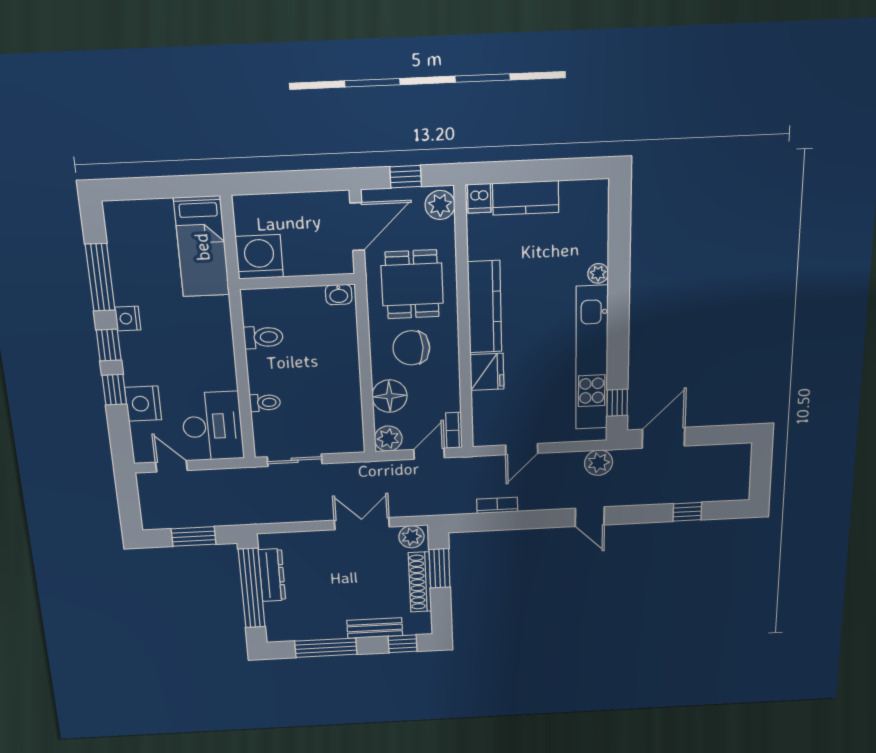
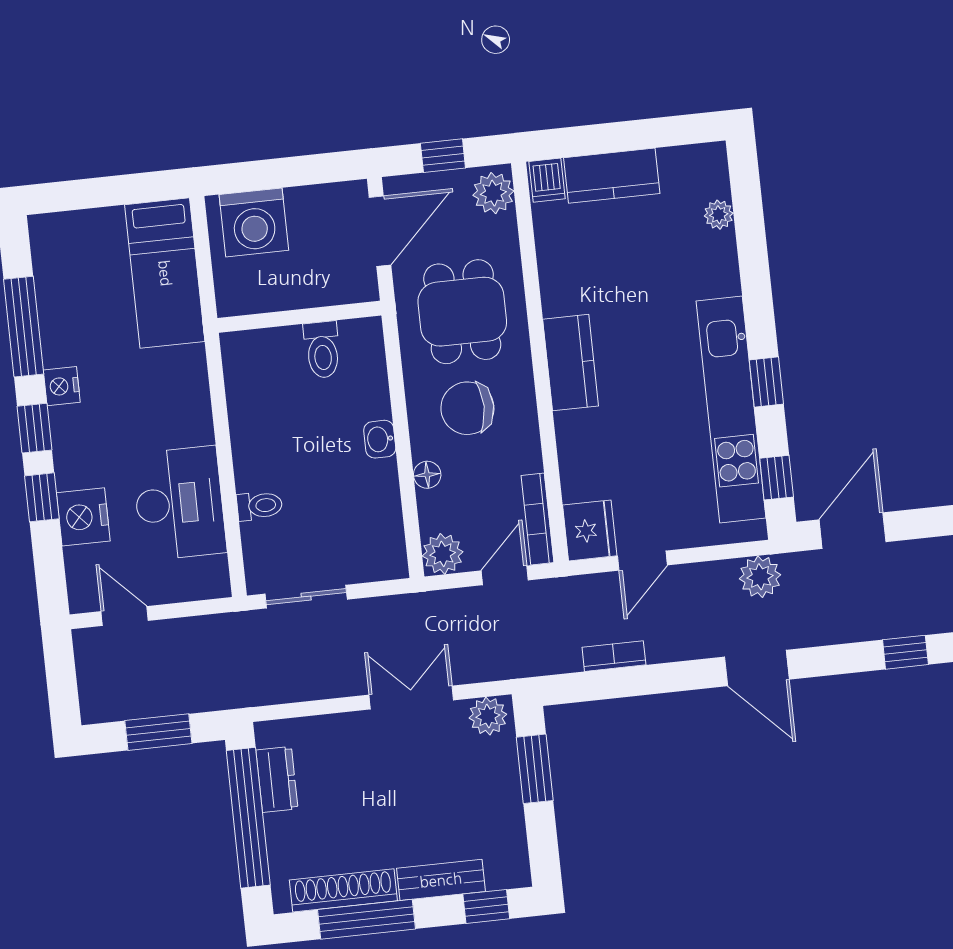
washing machine: (259, 257) -> (254, 222), moved, turned 180
plant: (598, 273) -> (719, 215), moved
washbasin: (339, 295) -> (380, 439), moved, turned 90
kitchen counter: (485, 307) -> (571, 363), width x0.67
toilet: (263, 337) -> (322, 350), moved, turned 90
window: (618, 342) -> (766, 382), added
fridge: (487, 372) -> (590, 530), moved
floor lamp: (389, 396) -> (427, 475), width x0.53, depth x0.53
desk: (212, 426) -> (179, 503), moved
bookcase: (454, 430) -> (537, 519), width x1.56
door: (590, 517) -> (757, 668), width x1.37
dresser: (272, 575) -> (277, 779), width x0.70
shoe rack: (420, 582) -> (343, 890), moved, turned 90

